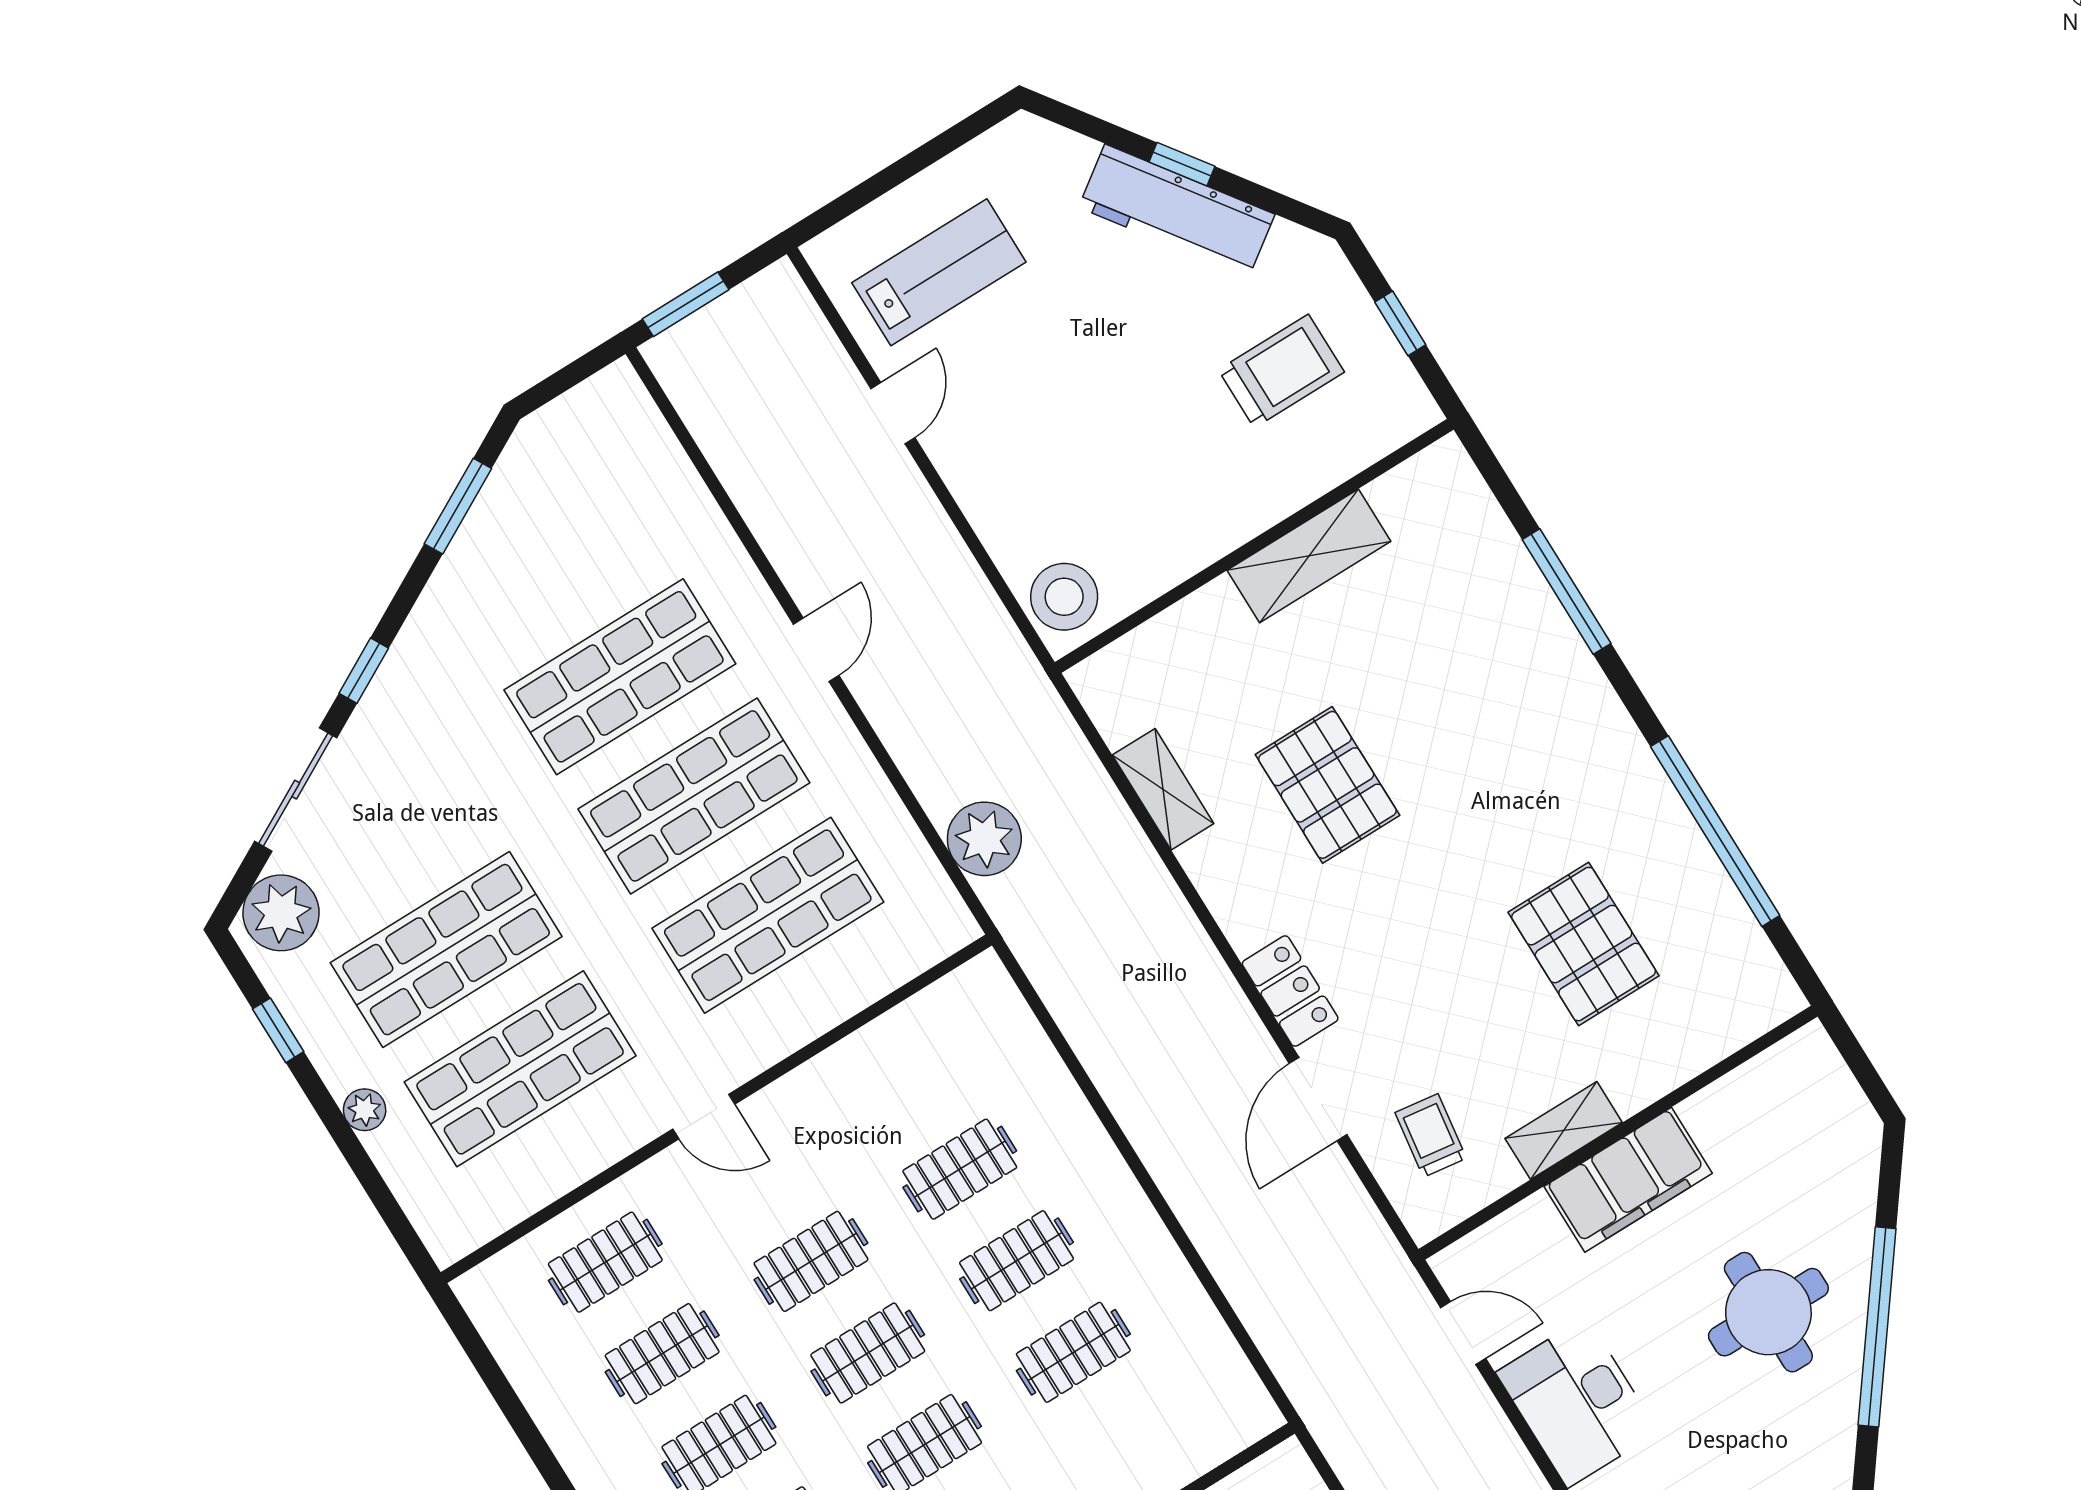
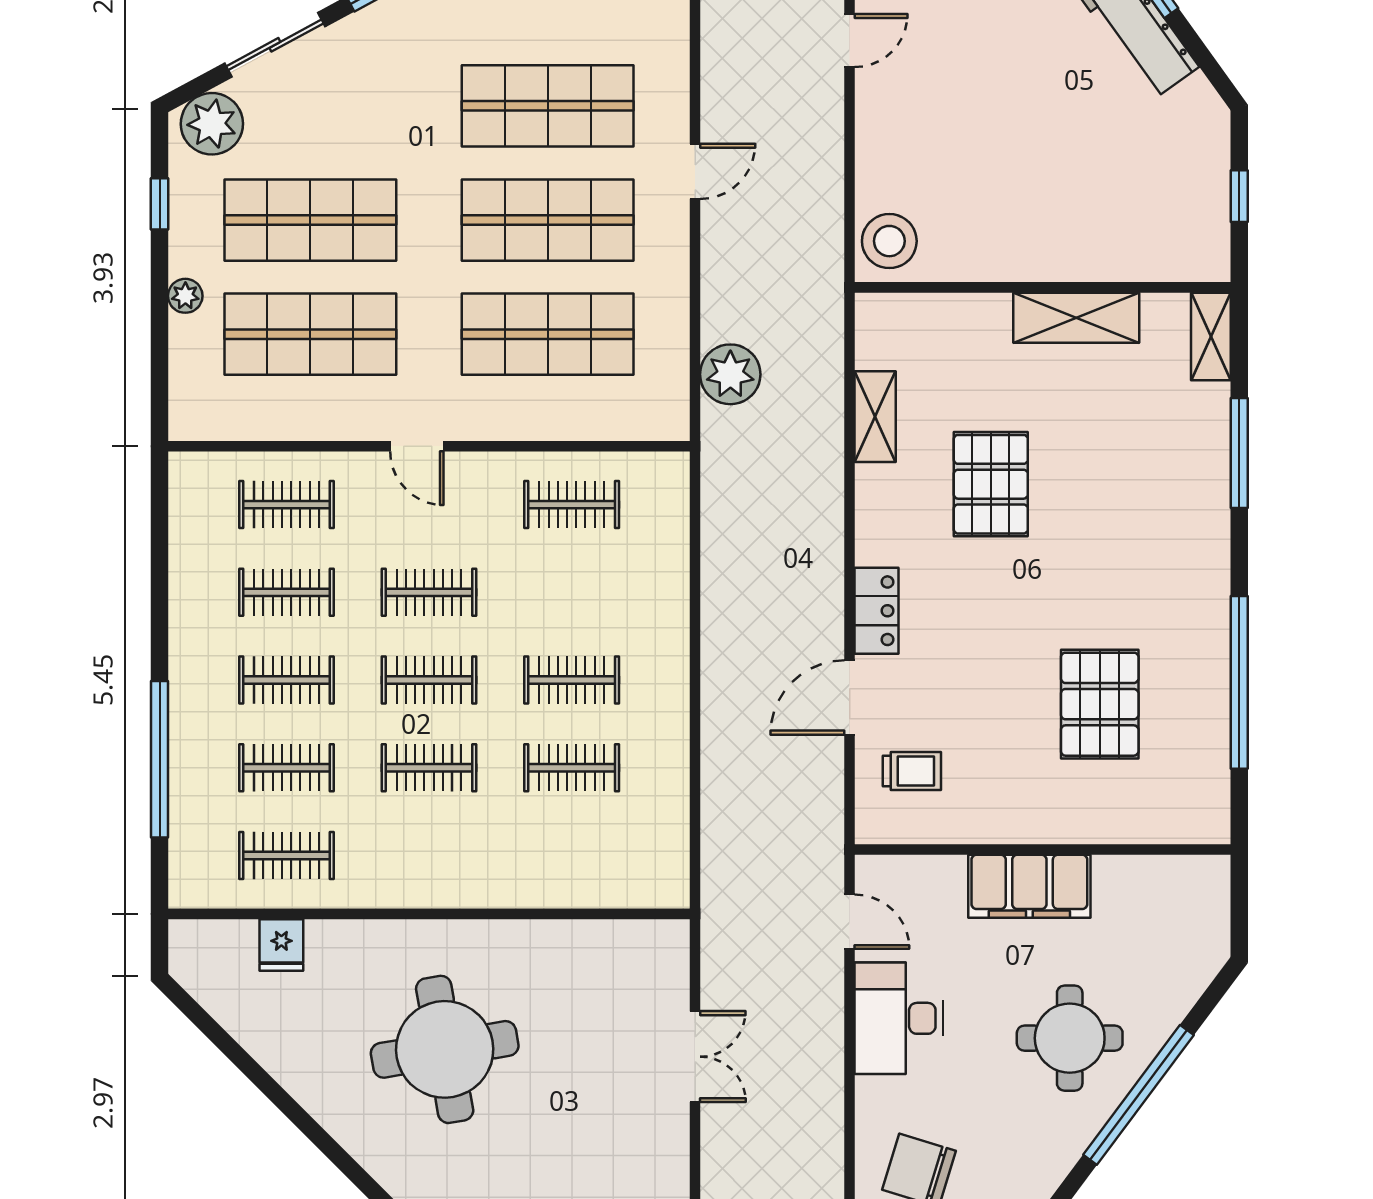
trolley: (1281, 371) -> (1136, 178), removed
shelving: (1564, 1130) -> (1211, 337), moved, turned 90
trolley: (1431, 1135) -> (912, 771), turned 82
clothes rail: (960, 1169) -> (572, 505), moved

